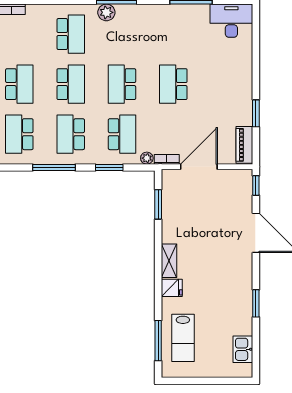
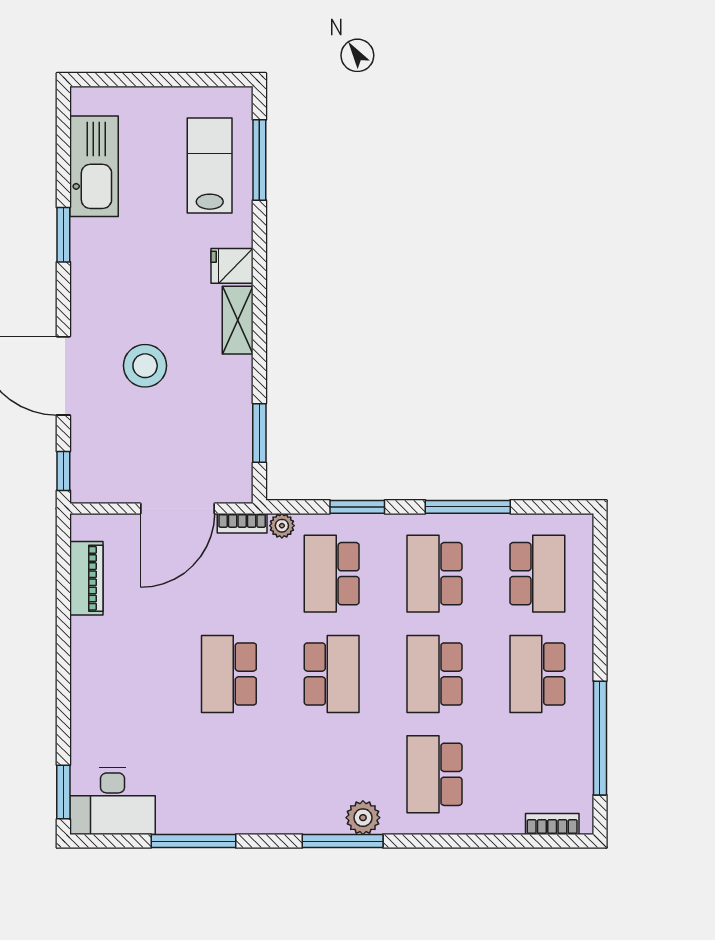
school desk: (173, 84) -> (229, 674), turned 180
window: (256, 113) -> (63, 792), moved
school desk: (71, 134) -> (435, 574), turned 180
piano: (244, 145) -> (86, 578), moved
stool: (215, 238) -> (145, 366), added
kitchen sink: (243, 349) -> (94, 166), width x1.87, depth x1.24

